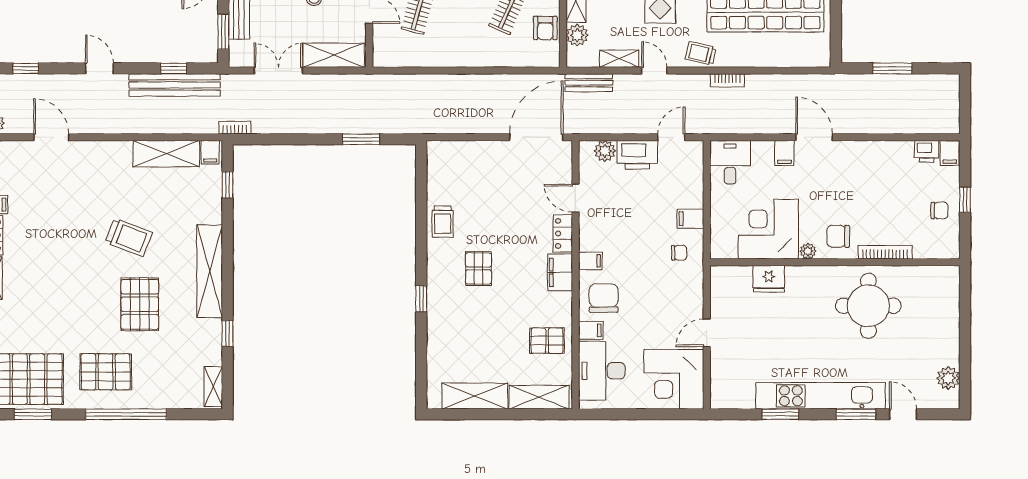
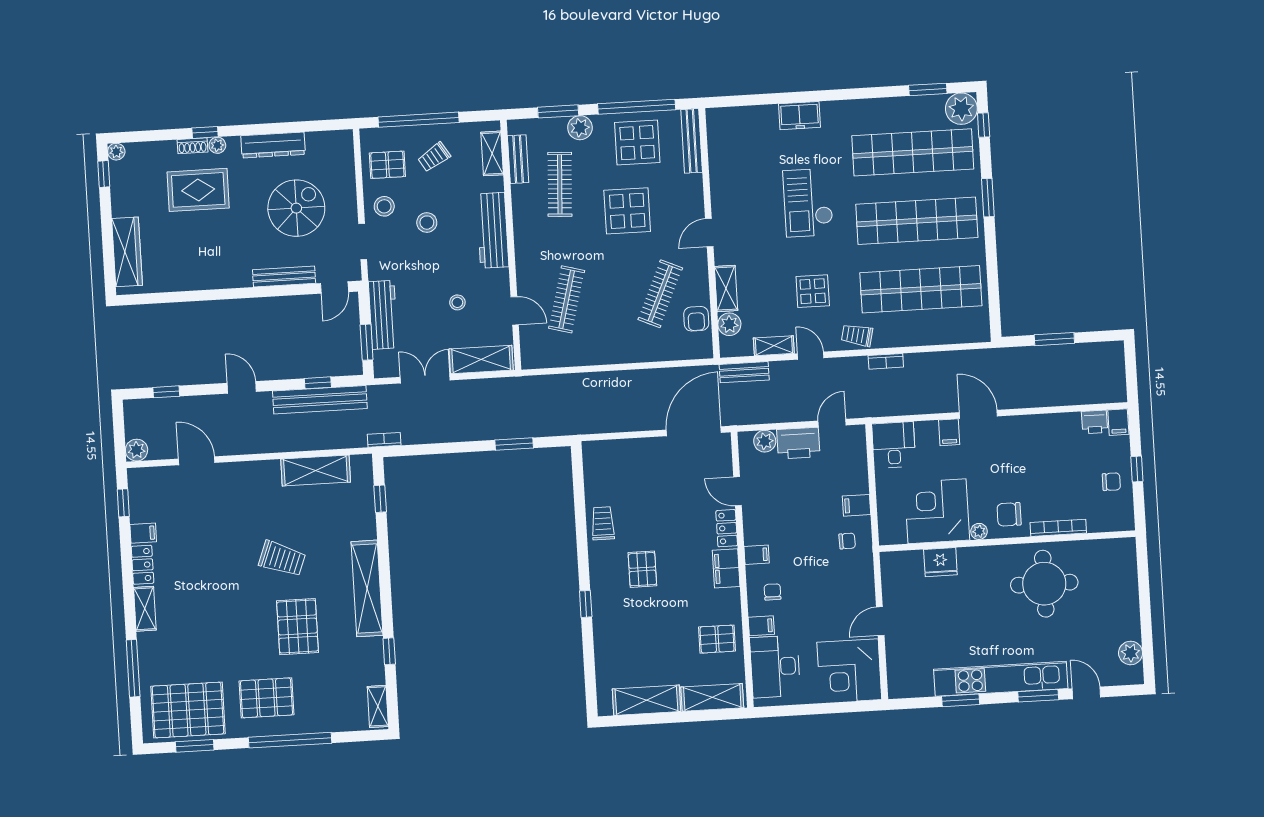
filing cabinet: (210, 152) -> (360, 466), removed
trolley: (443, 222) -> (603, 523), turned 180
chair: (604, 298) -> (773, 592), width x0.54, depth x0.54

